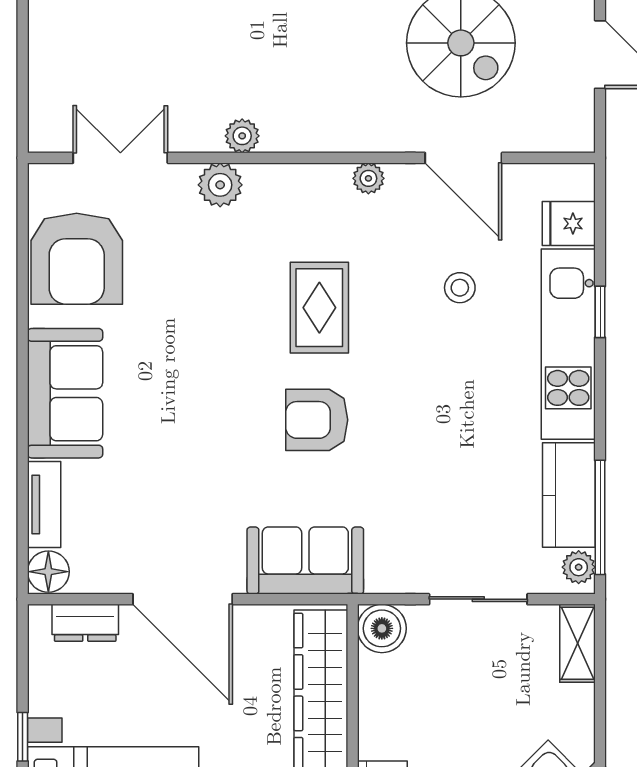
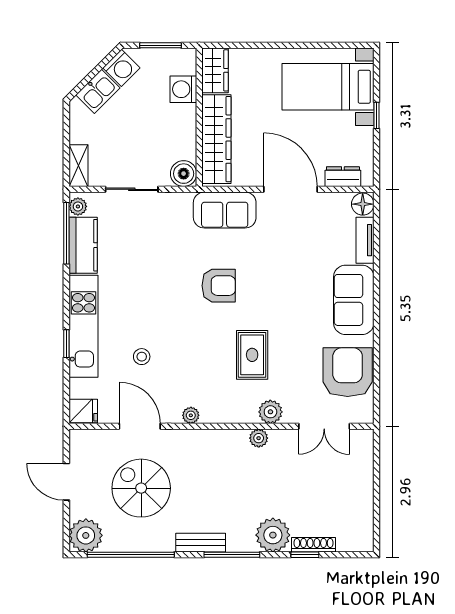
fridge: (569, 224) -> (83, 411), moved
rug: (319, 308) -> (252, 355), moved

